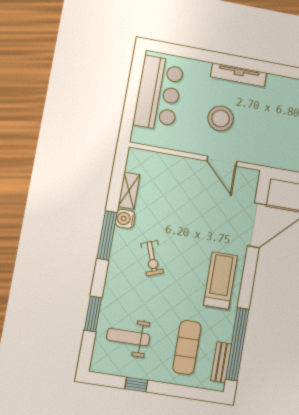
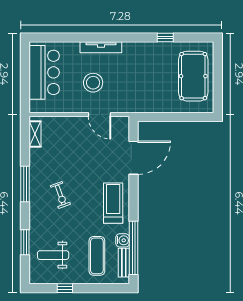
shelving: (129, 191) -> (35, 134), moved
water cooler: (125, 219) -> (123, 240), moved, turned 180

